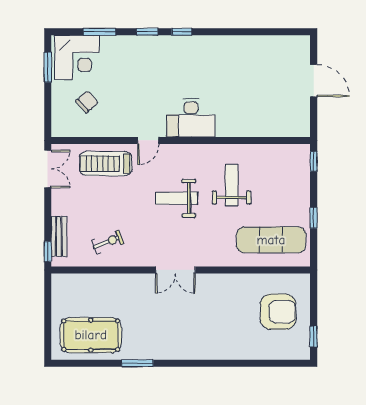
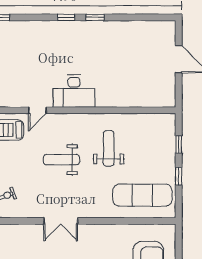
window: (147, 32) -> (95, 17), moved
window: (314, 161) -> (179, 144), moved

